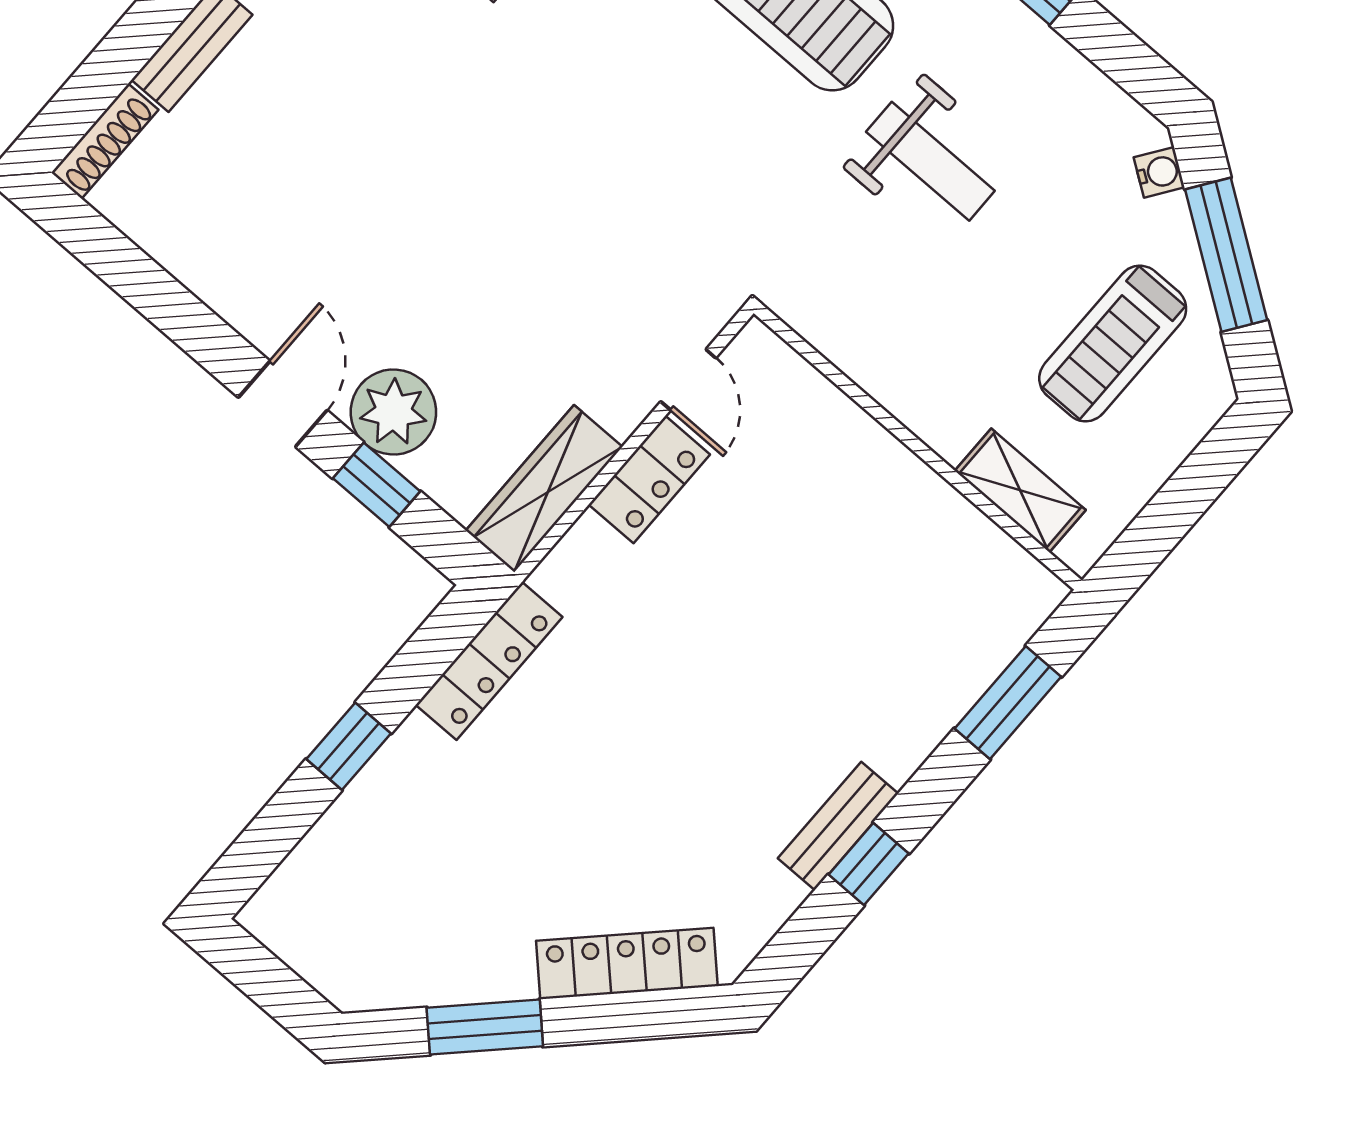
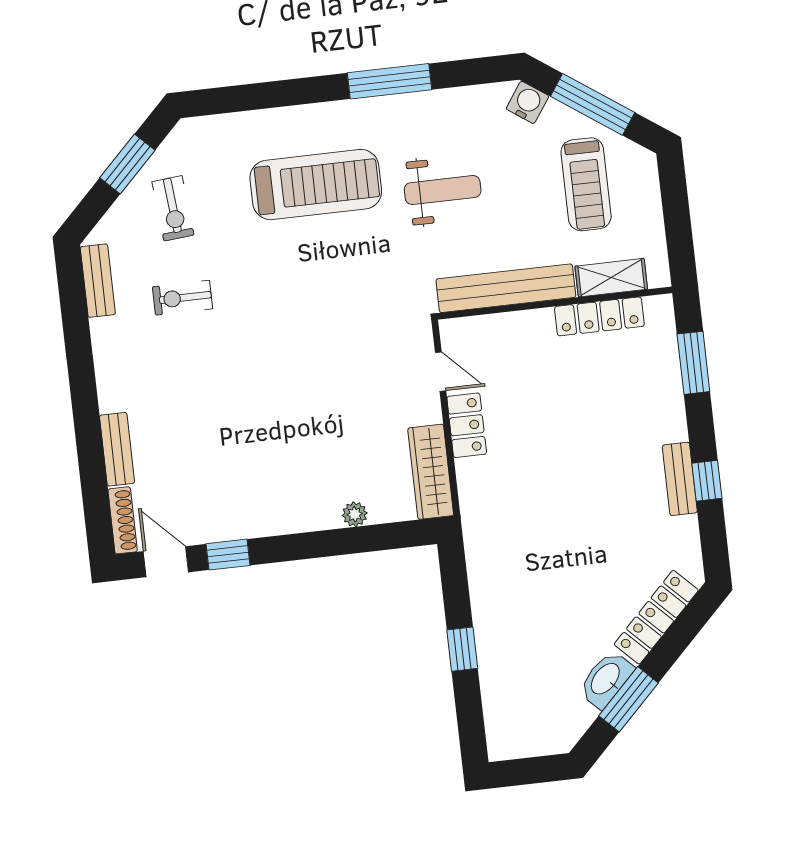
water cooler: (1159, 172) -> (527, 102), width x1.38, depth x1.38
bench: (878, 364) -> (506, 288), added
door: (283, 404) -> (166, 562), moved
plant: (393, 412) -> (355, 514), width x0.53, depth x0.53
window: (376, 485) -> (228, 555), moved
locker: (489, 661) -> (599, 316), moved, turned 90
washbasin: (484, 973) -> (606, 679), added

